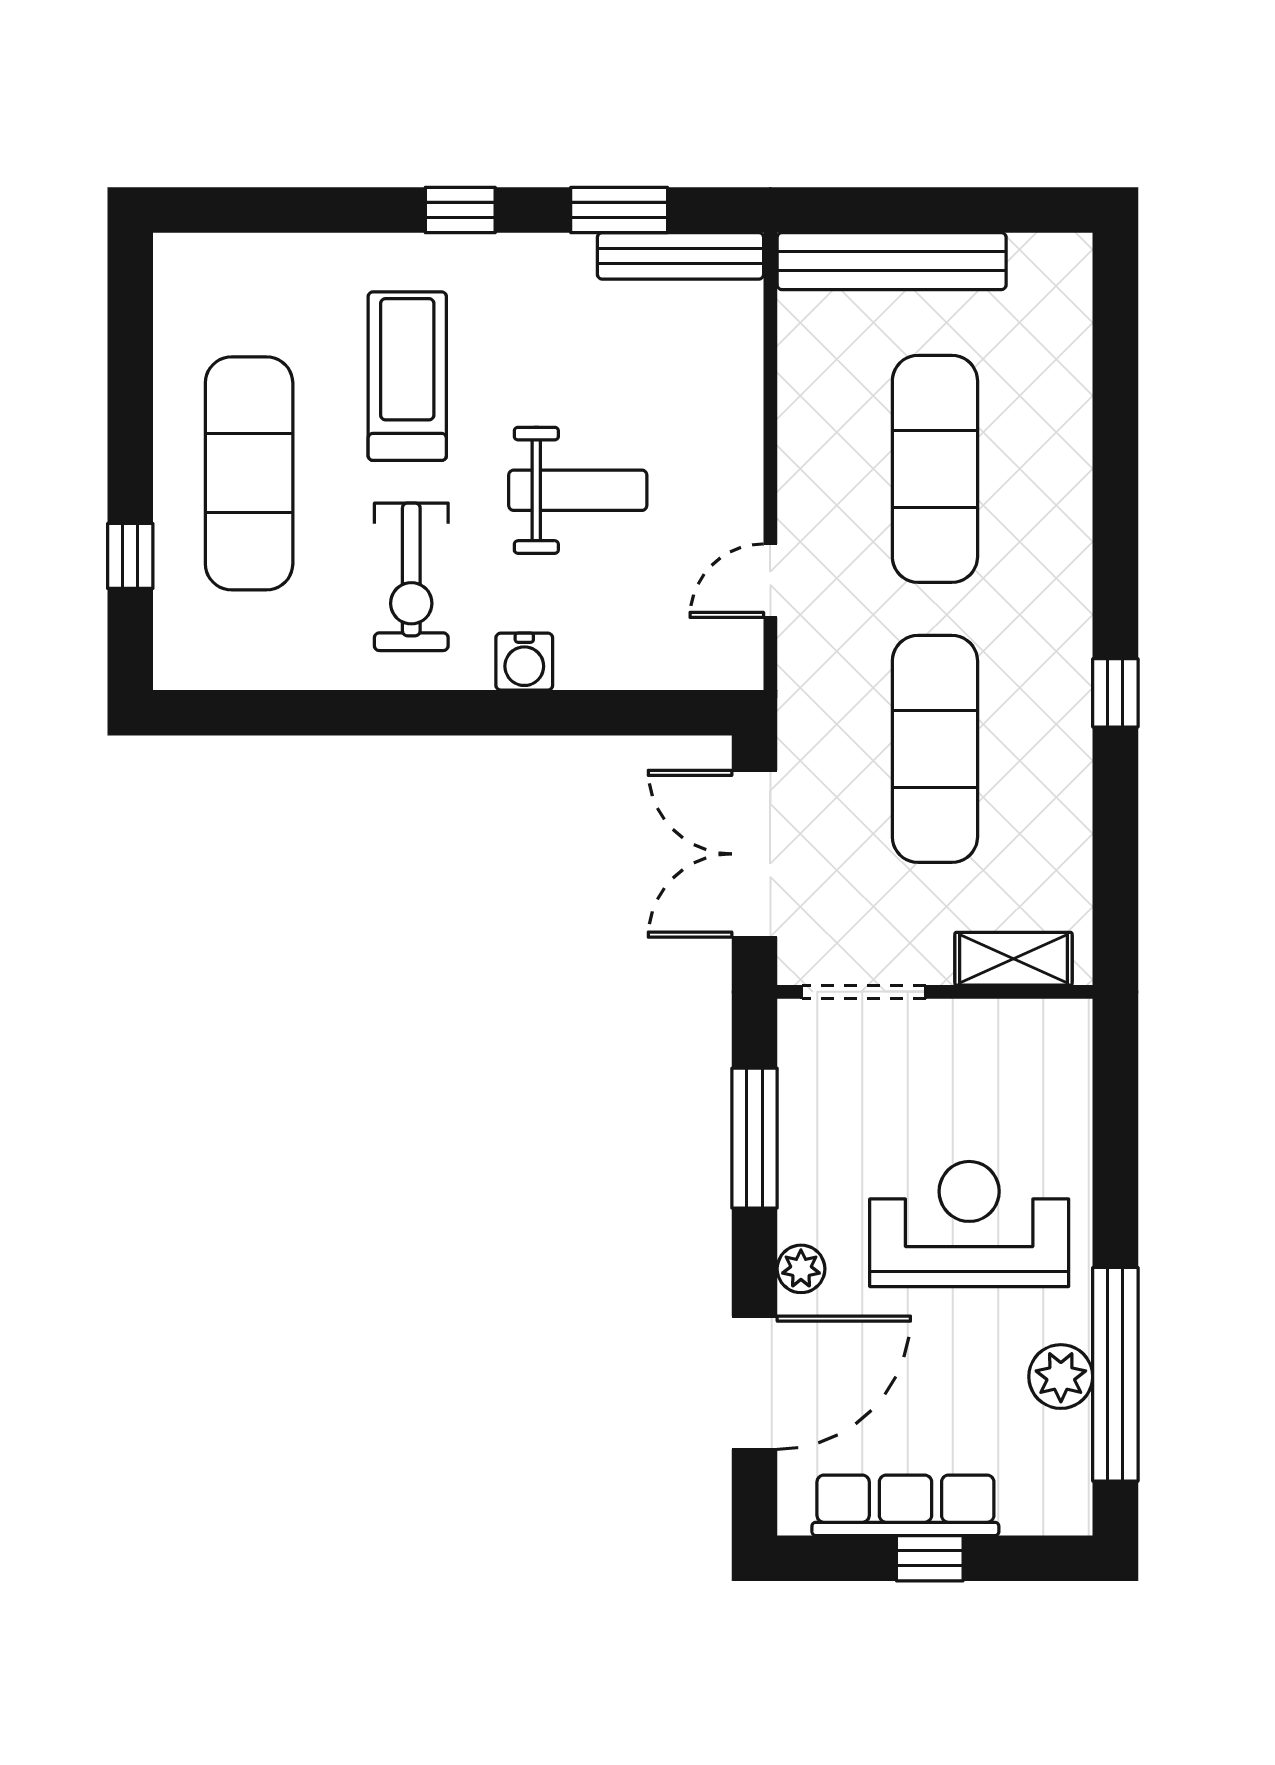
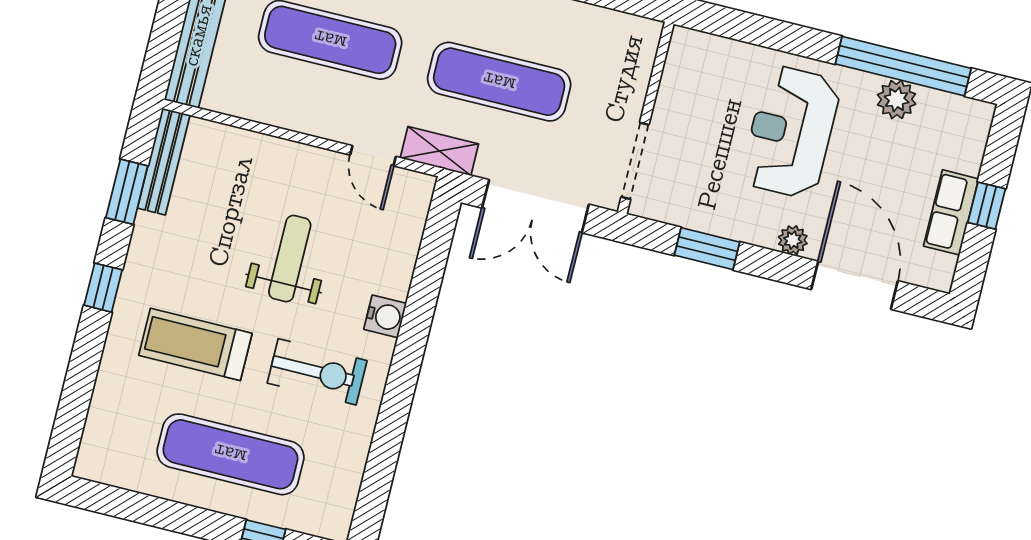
shelving: (1013, 959) -> (439, 151), moved, turned 90
window: (754, 1138) -> (707, 249), width x0.69
row of seats: (905, 1505) -> (951, 212), width x0.68

